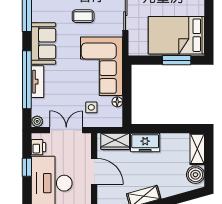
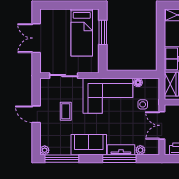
bed: (176, 35) -> (82, 33), width x0.67
window: (27, 80) -> (119, 159), width x0.68
plant: (37, 121) -> (140, 150), moved

